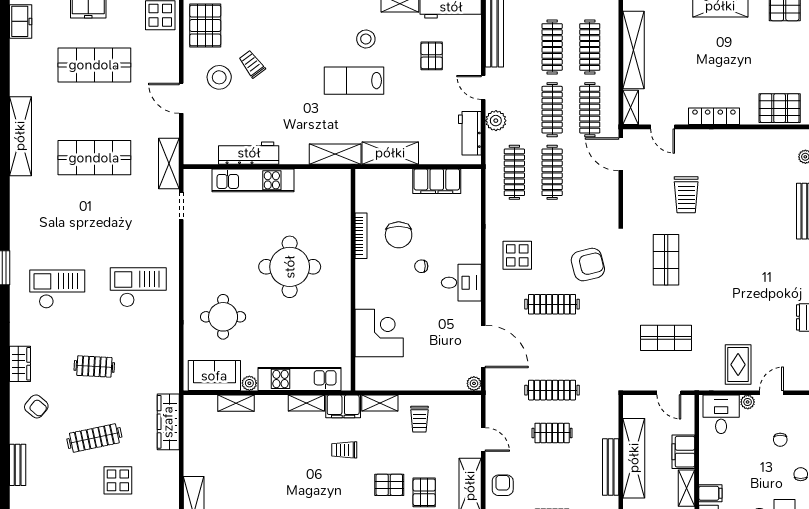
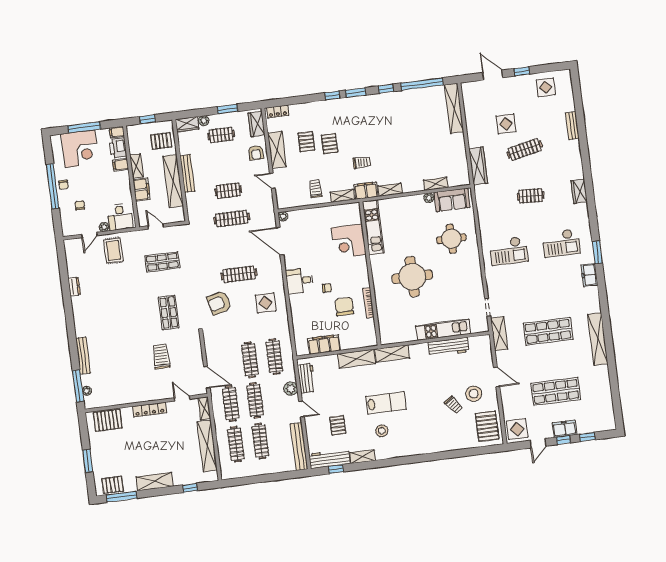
freezer: (21, 21) -> (589, 275), moved
kitchen unit: (299, 379) -> (373, 227), moved, turned -90
armchair: (36, 406) -> (565, 165), removed
pallet: (389, 485) -> (330, 144), turned 90

